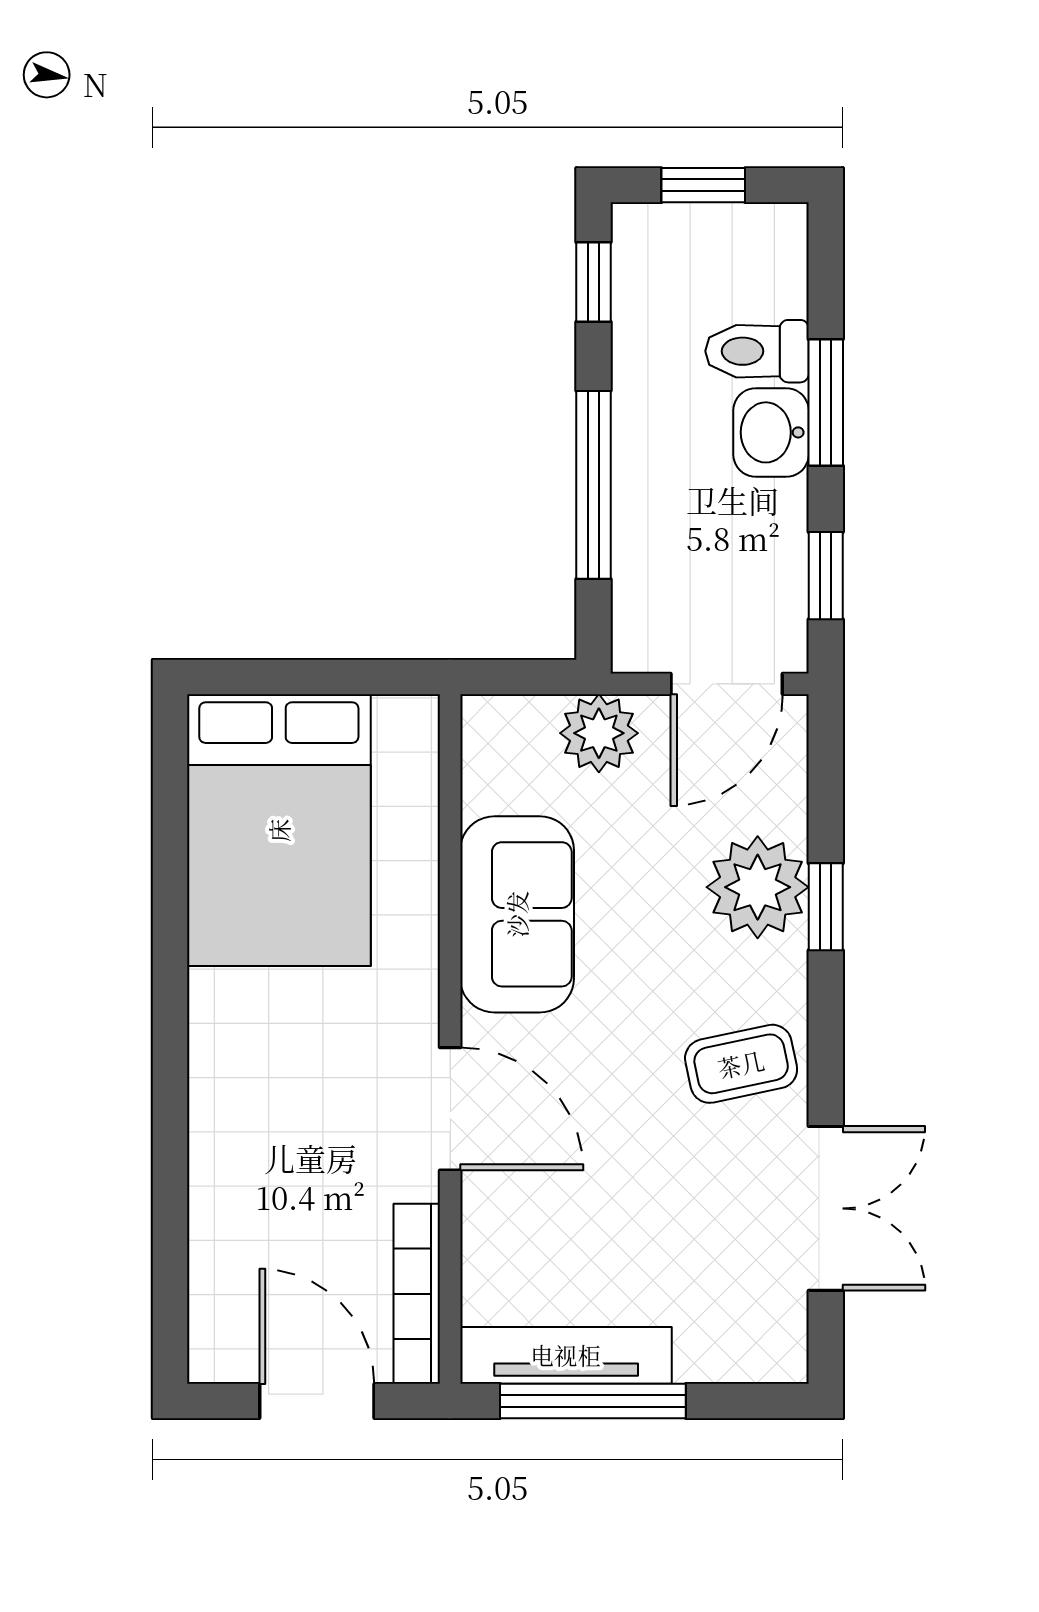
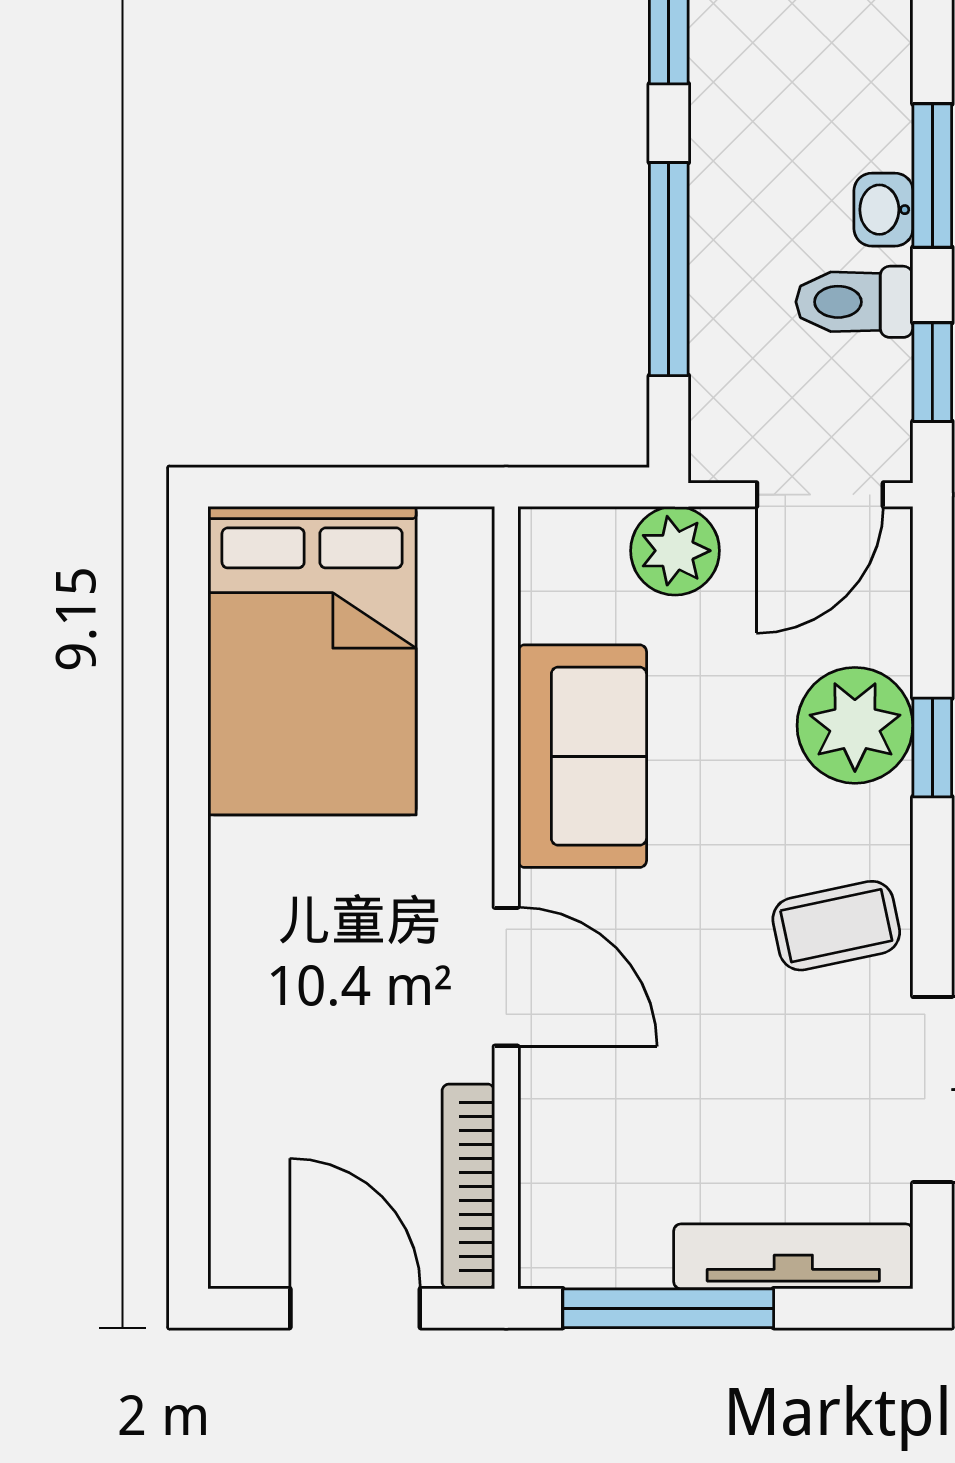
toilet: (757, 351) -> (854, 302), moved
washbasin: (771, 432) -> (883, 210), width x0.72, depth x0.69
tv unit: (566, 1355) -> (793, 1256), moved

